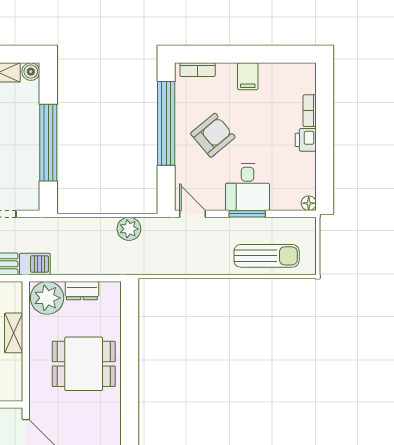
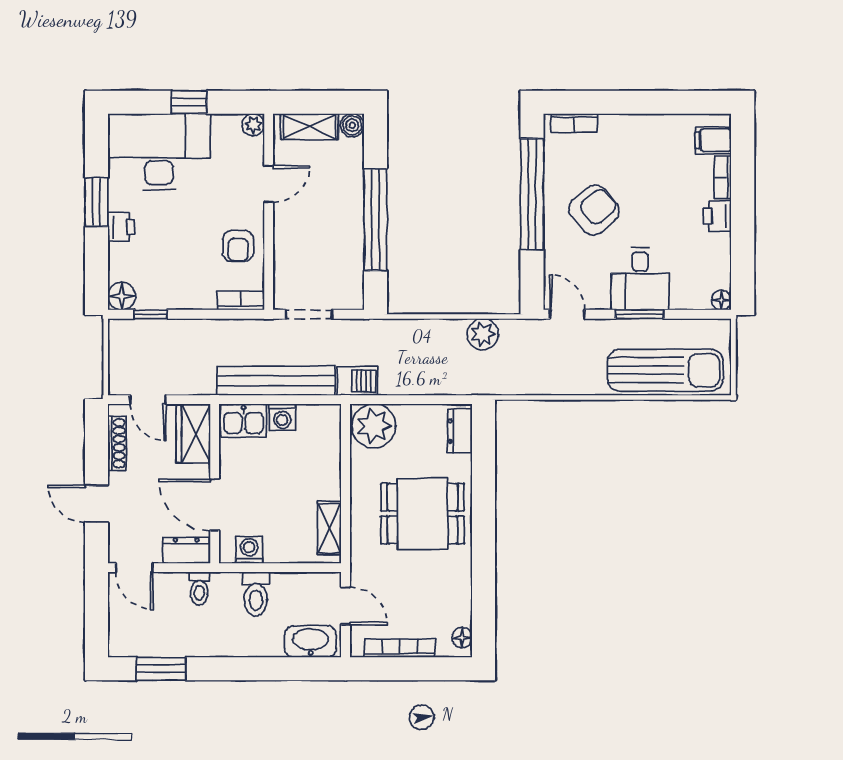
filing cabinet: (248, 76) -> (713, 140), moved, turned 90
sun lounger: (267, 256) -> (665, 370), width x1.36, depth x1.34
dresser: (82, 291) -> (460, 431), moved, turned 90
shelving: (14, 333) -> (329, 528), moved

